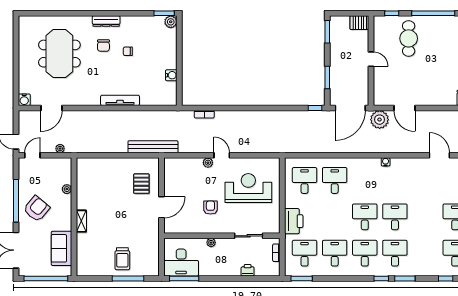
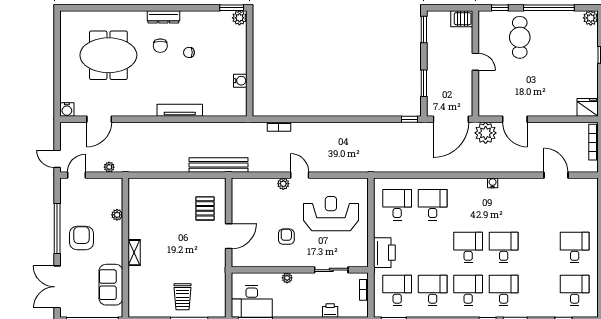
meeting table: (59, 54) -> (108, 55), turned 90
armchair: (37, 209) -> (81, 238), turned -40

